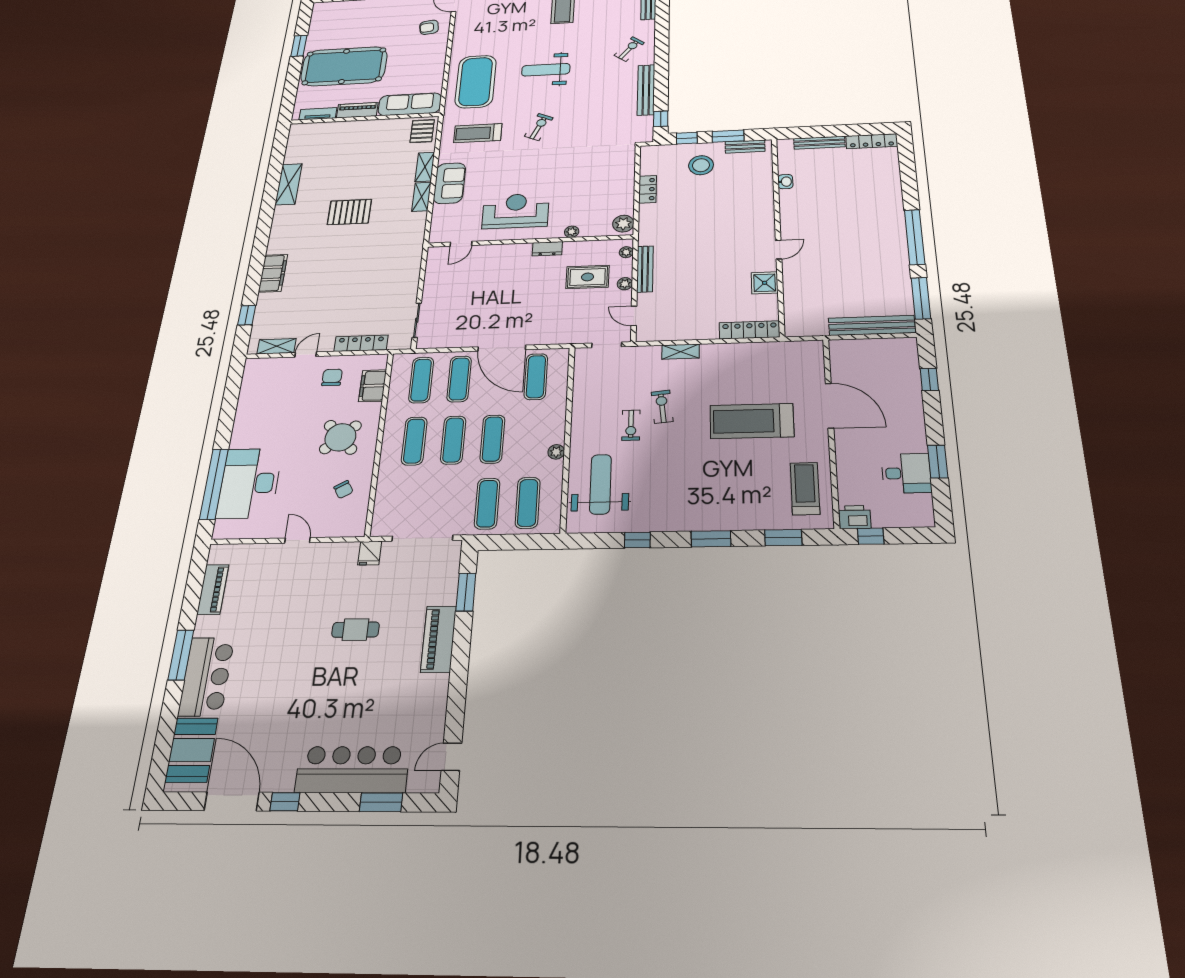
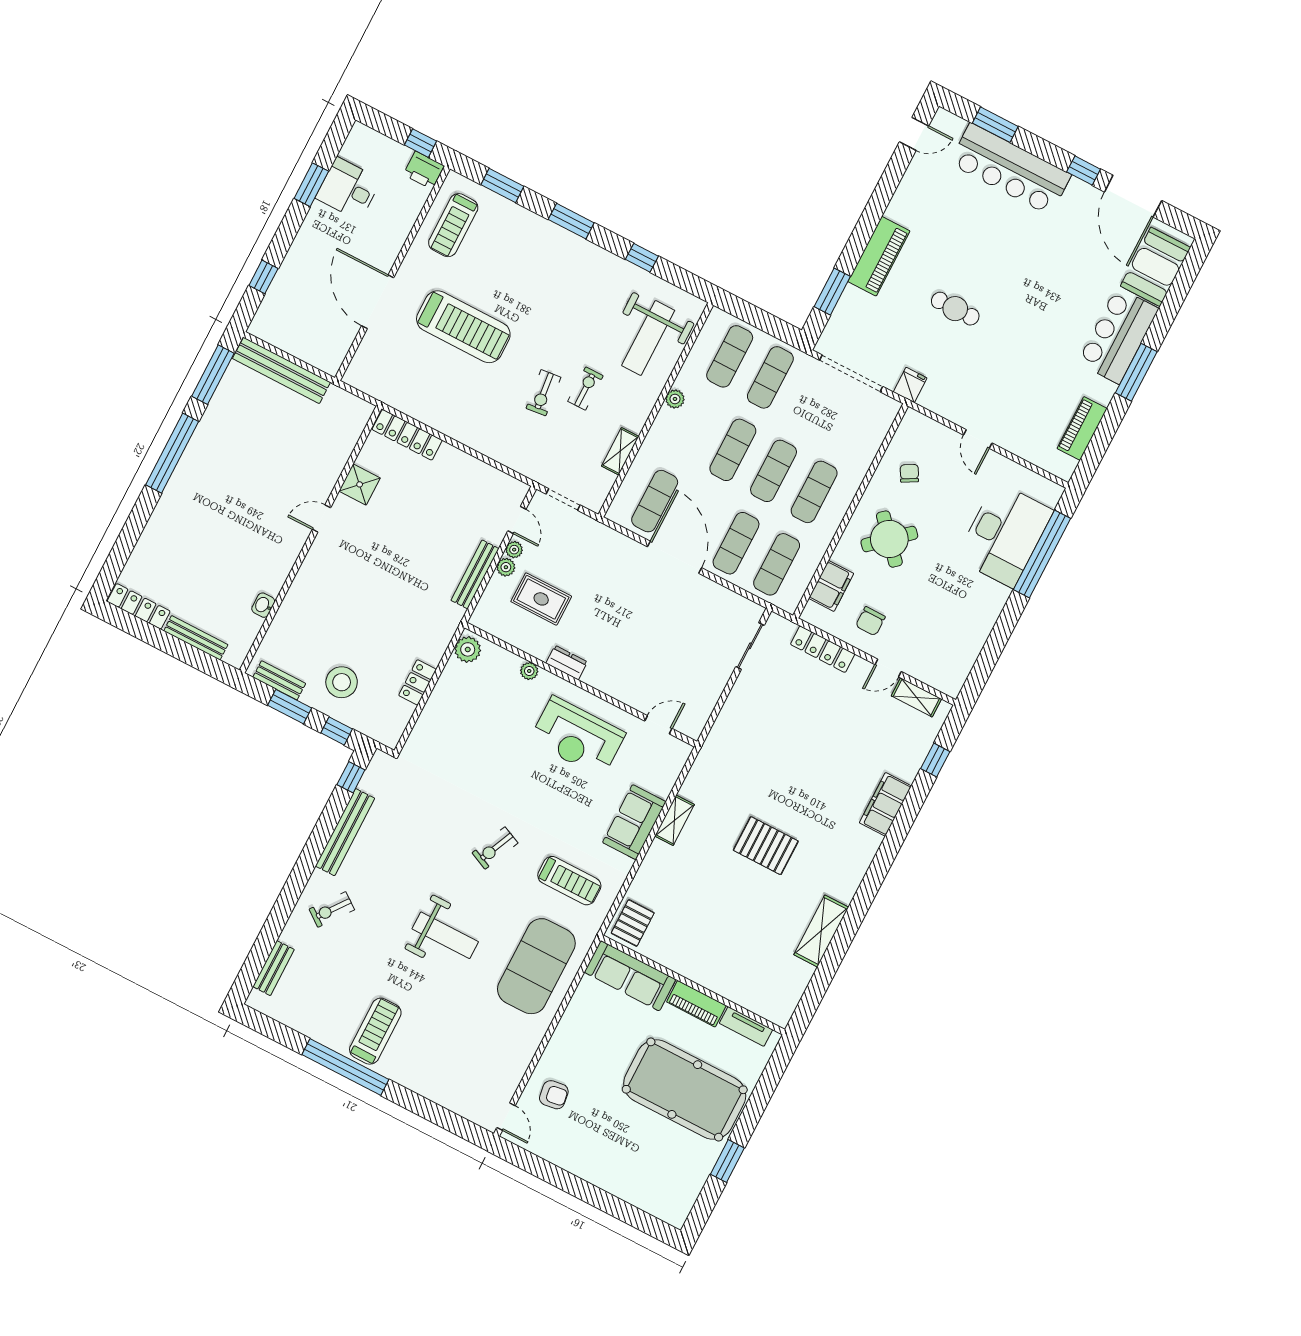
shelving: (425, 167) -> (652, 864), removed
plant: (626, 252) -> (514, 550), moved
shelving: (681, 352) -> (620, 451), moved, turned 90

